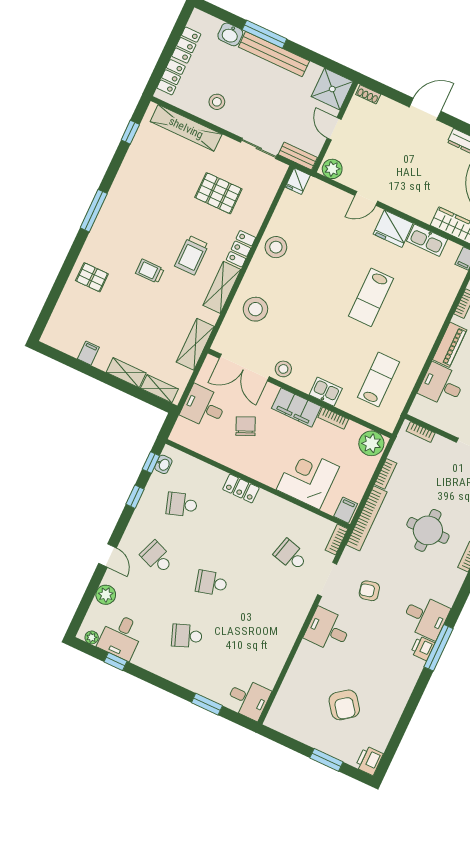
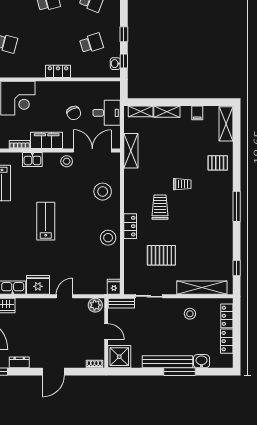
shelving: (222, 287) -> (226, 124), moved
lab bench: (371, 297) -> (46, 221), moved

